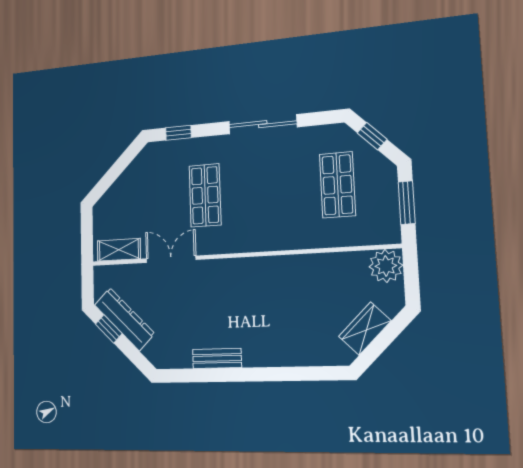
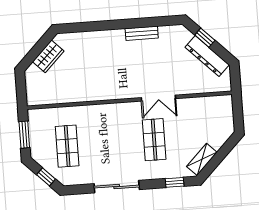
shelving: (119, 250) -> (202, 159), moved, turned -45
double door: (171, 259) -> (158, 98), moved
plant: (386, 266) -> (36, 95), removed
window: (109, 329) -> (205, 38), moved

